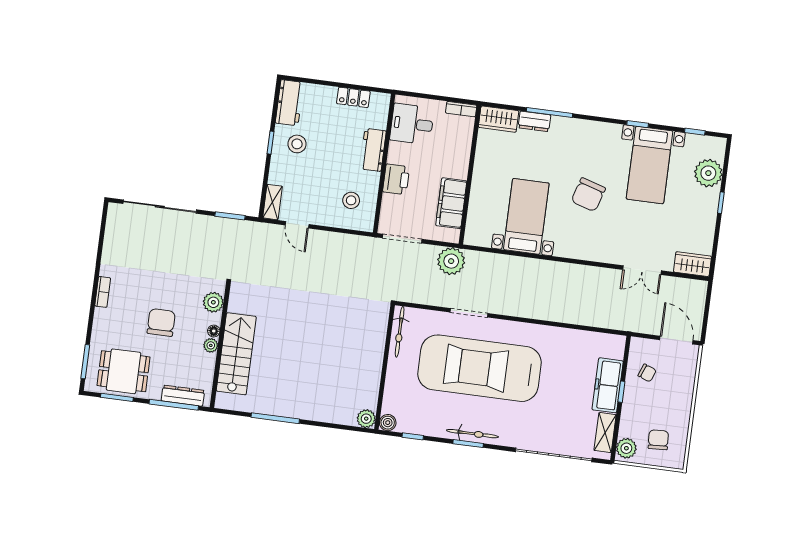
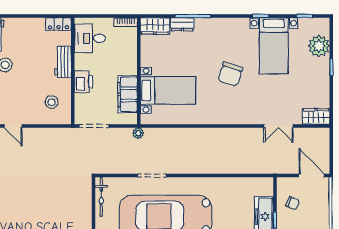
locker: (353, 97) -> (58, 24), moved
bed with nightstands: (526, 216) -> (168, 90), moved, turned 90
plant: (451, 261) -> (138, 133), width x0.53, depth x0.53

